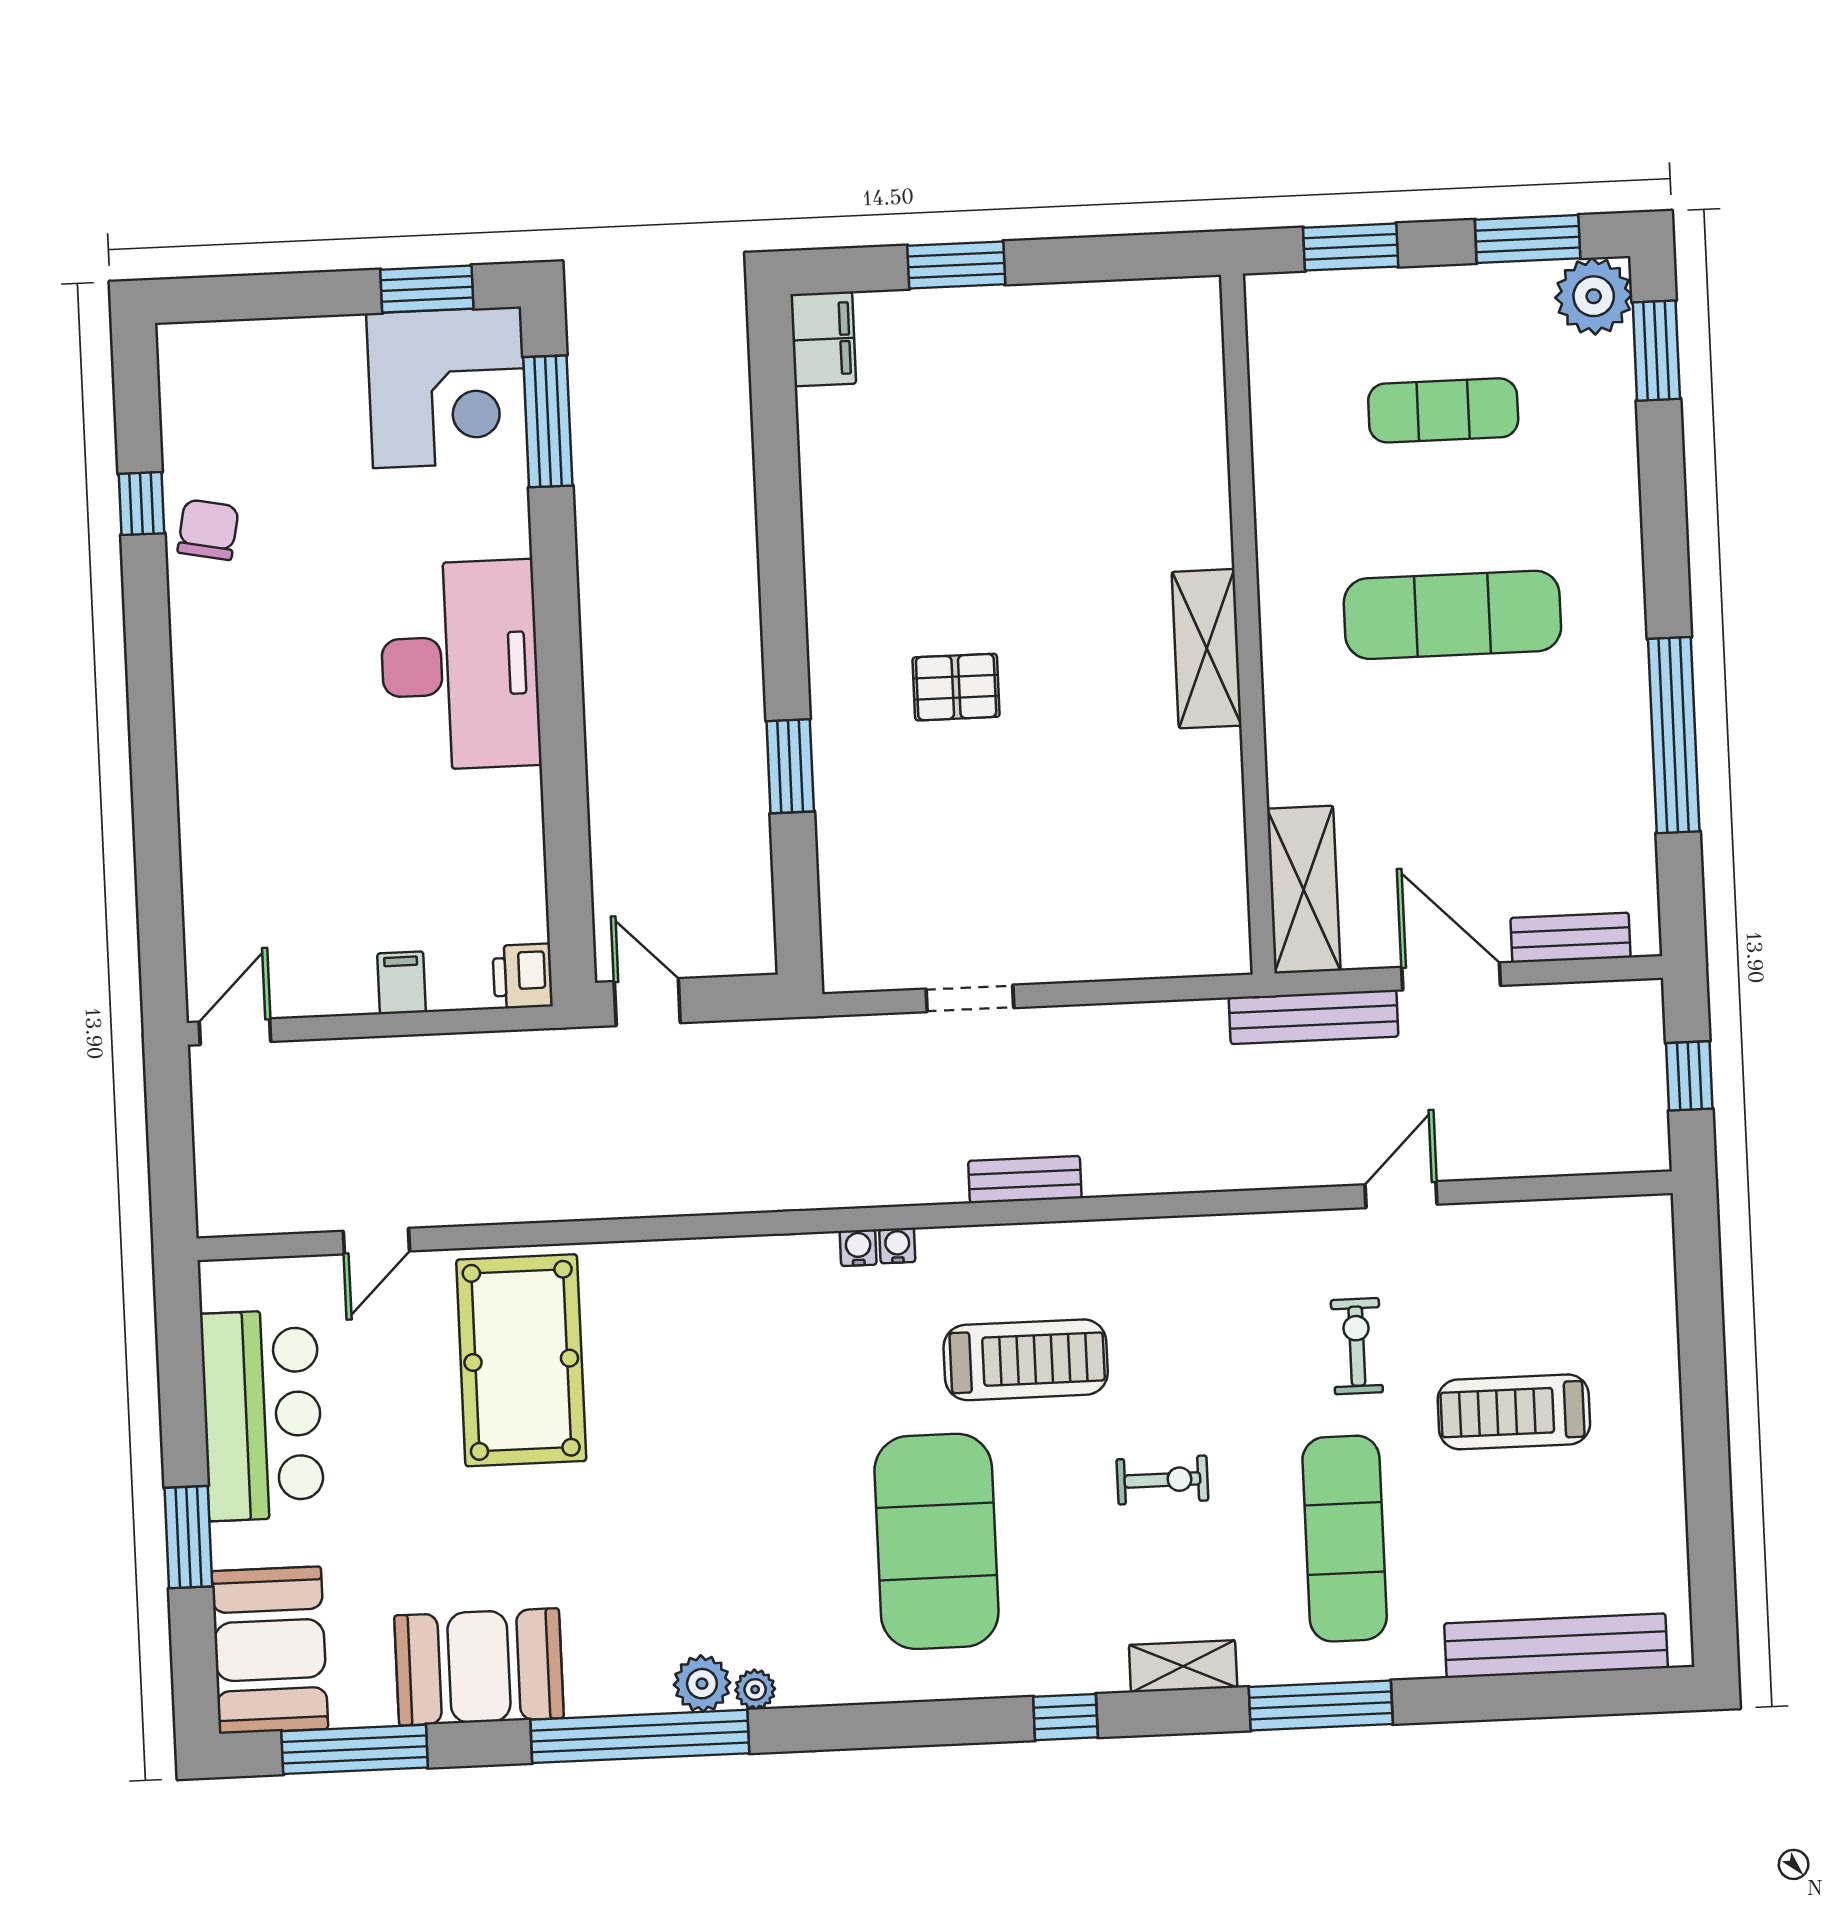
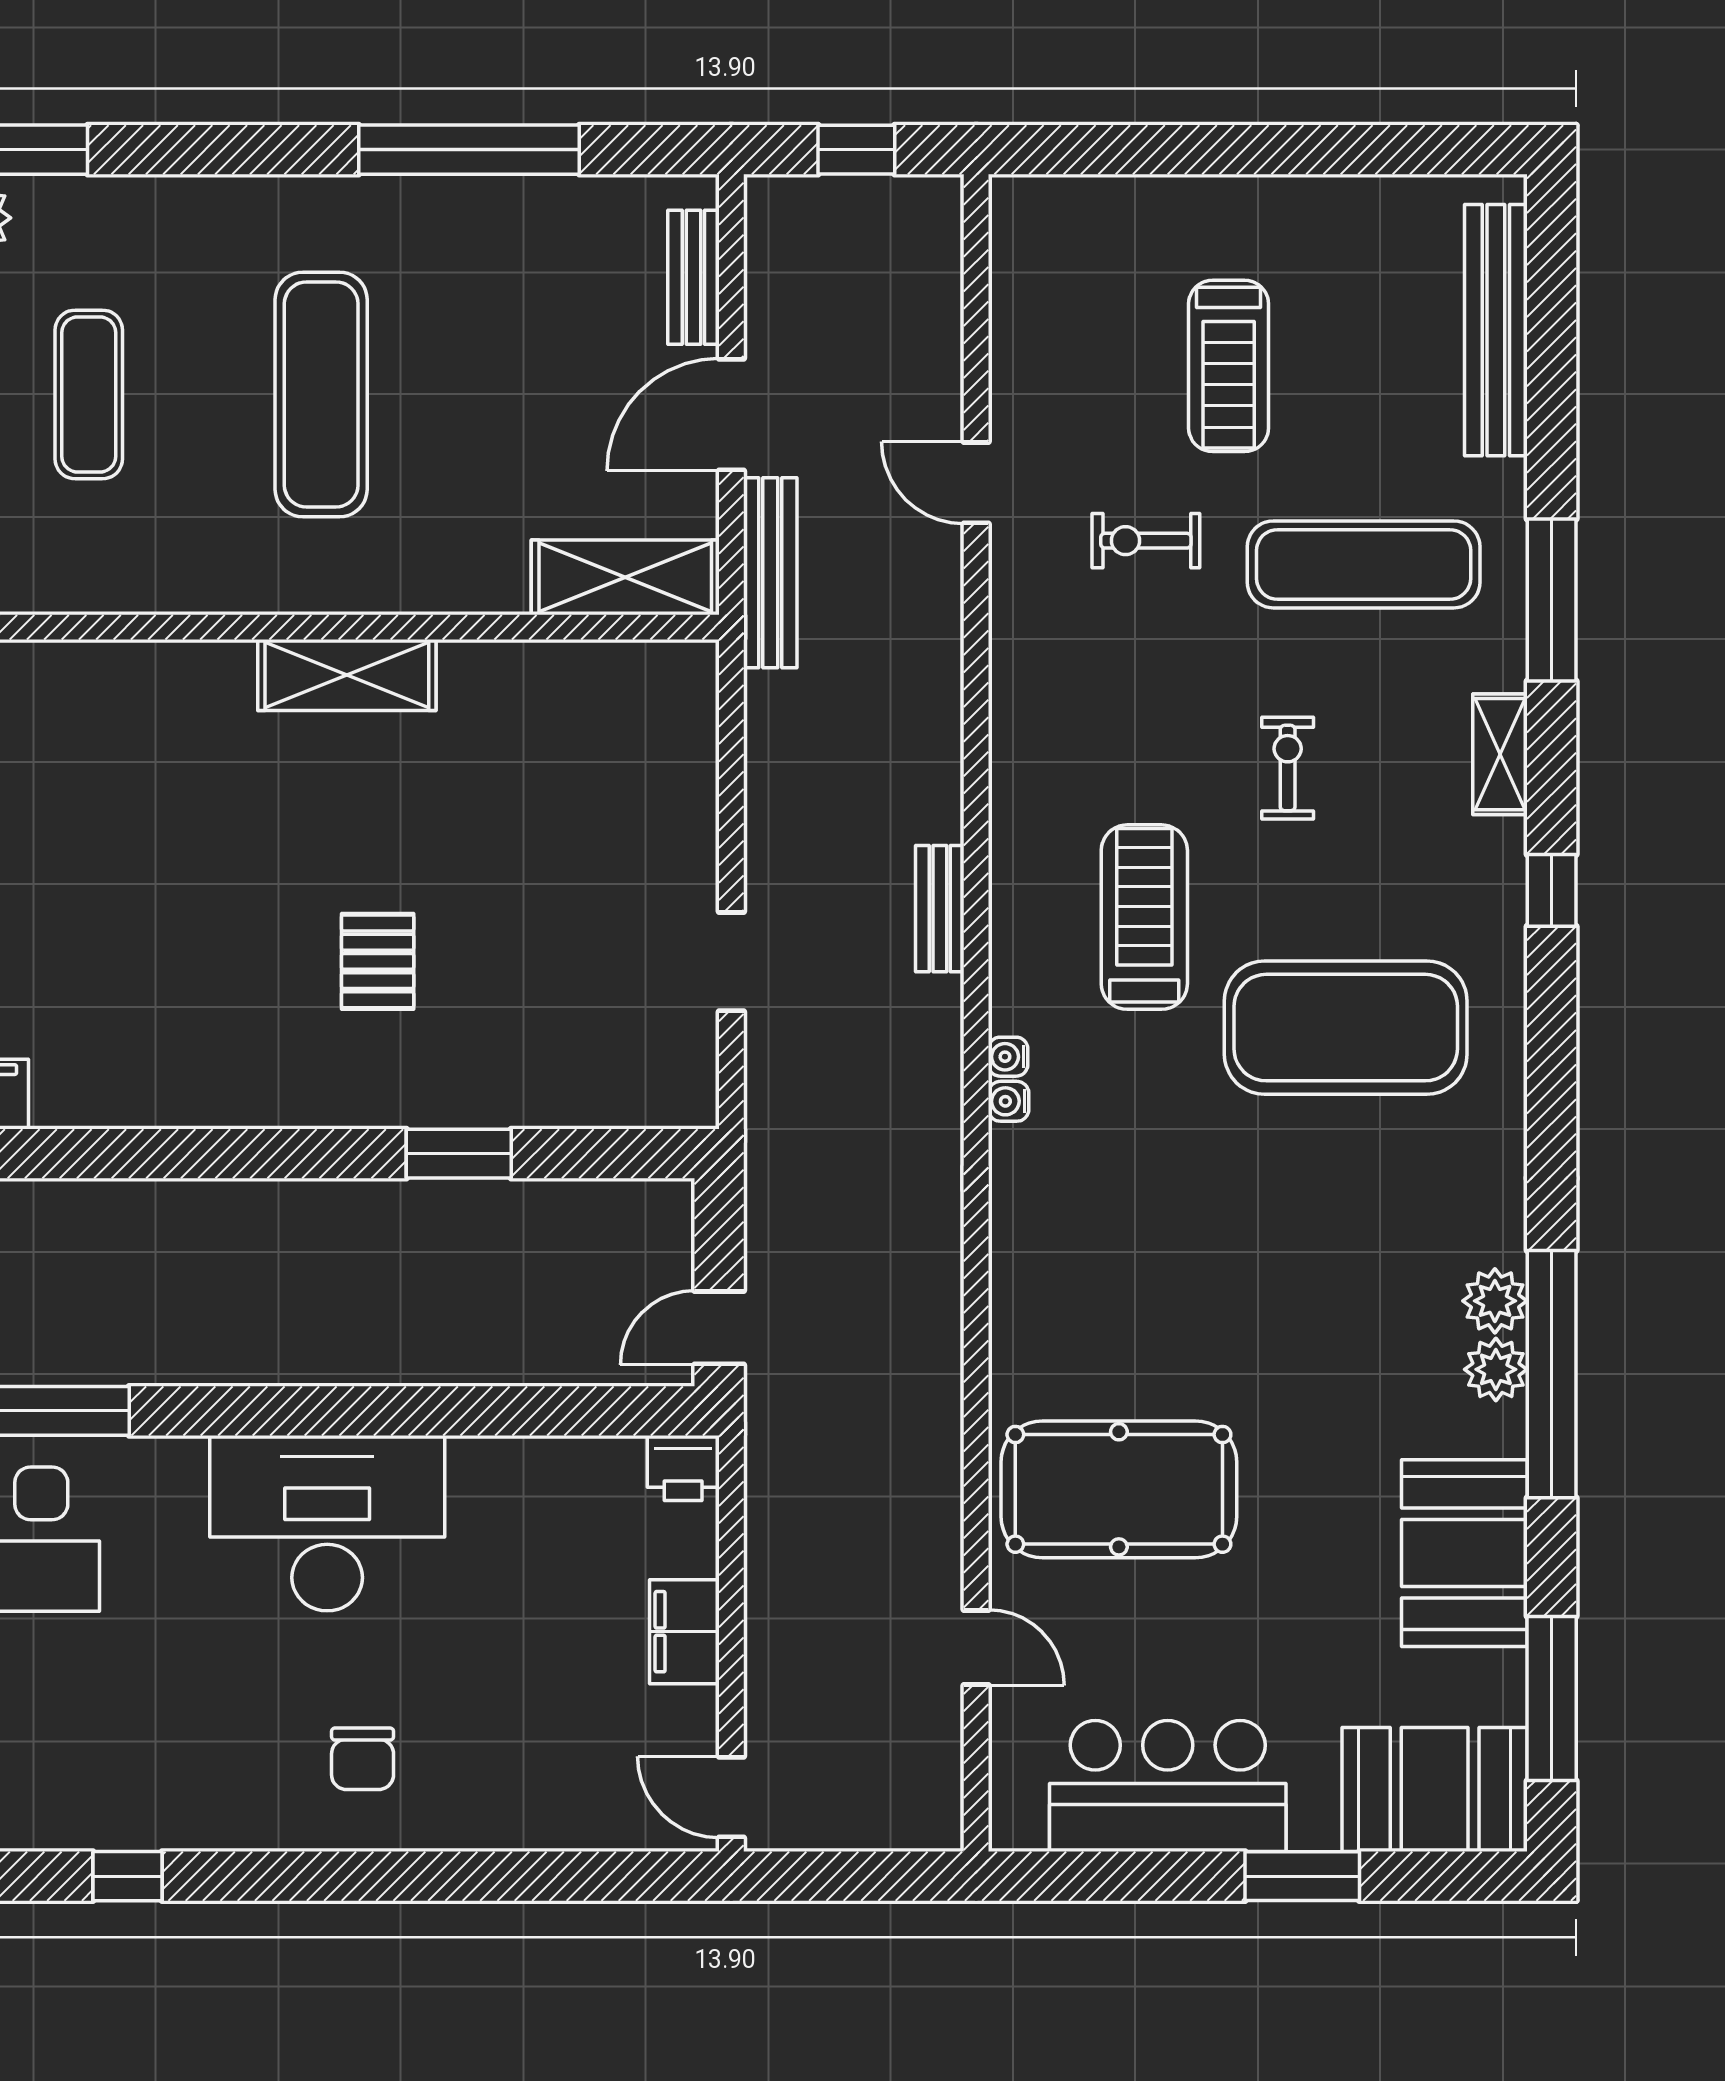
chair: (208, 530) -> (363, 1759), moved, turned -101
filing cabinet: (402, 983) -> (684, 1632), width x2.00
plant: (755, 1689) -> (1496, 1369), moved, width x1.37, depth x1.37

